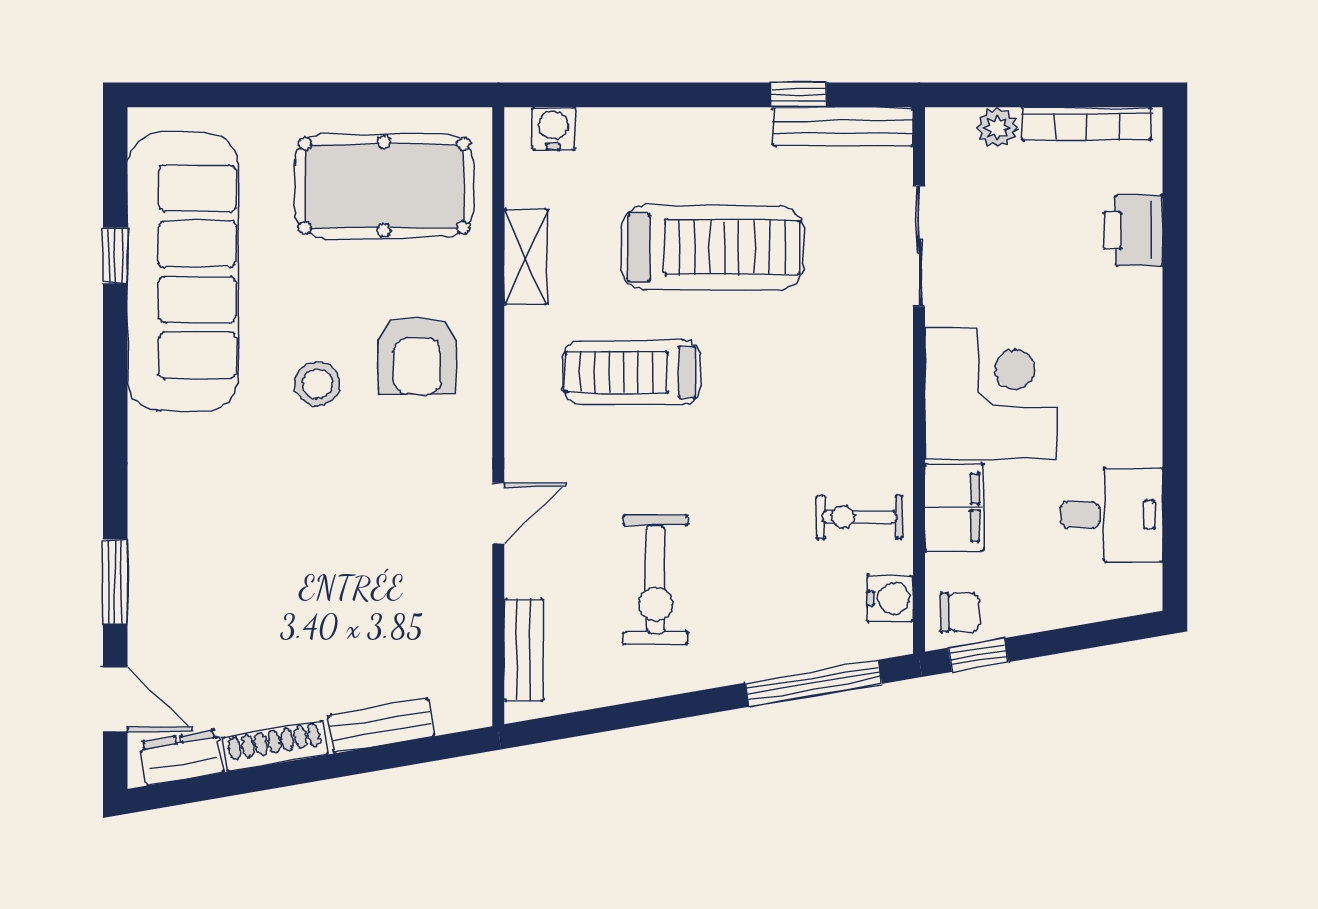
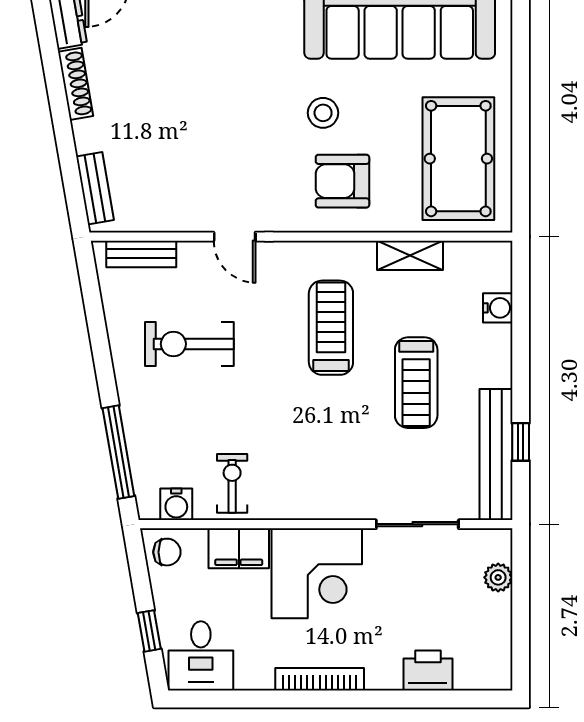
bookcase: (1086, 124) -> (320, 679), moved, turned 90
bench: (843, 127) -> (496, 455), width x1.37, depth x1.21
water cooler: (553, 128) -> (498, 308), moved
treadmill: (712, 248) -> (416, 383), width x0.73, depth x0.73
desk: (1112, 515) -> (201, 656), moved
chair: (960, 612) -> (167, 552), turned -90
window: (978, 655) -> (149, 631), moved
bench: (381, 726) -> (95, 188), moved

